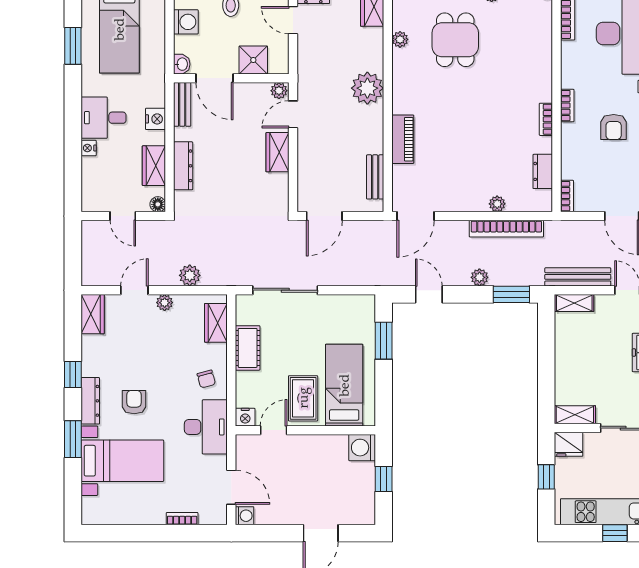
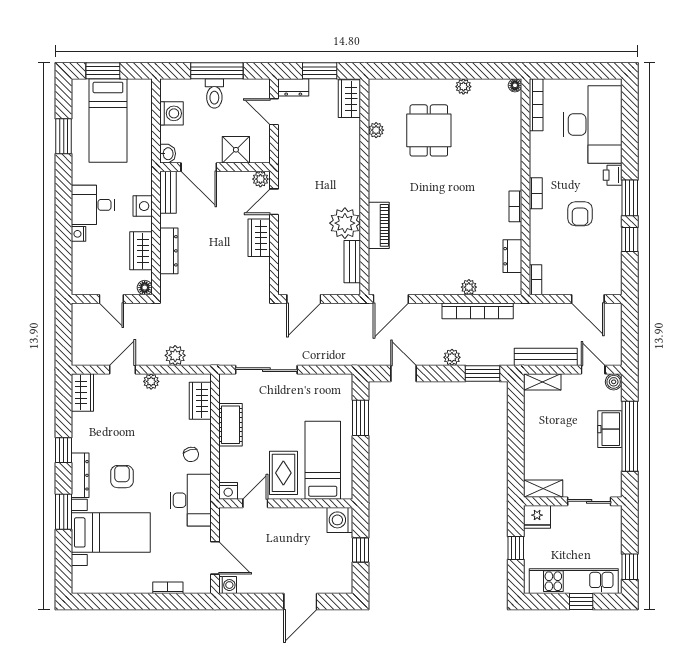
plant: (367, 88) -> (345, 223), moved

